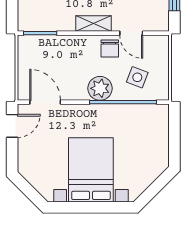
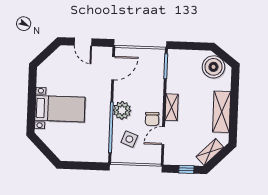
chair: (110, 48) -> (152, 119), turned -91
door: (12, 126) -> (83, 42), moved
bed with nightstands: (91, 170) -> (60, 109), width x0.73

